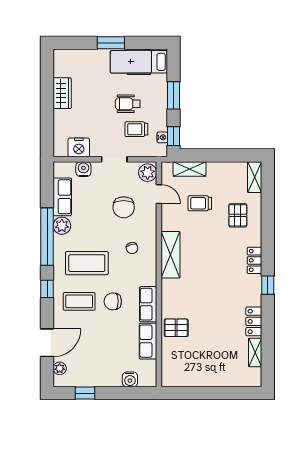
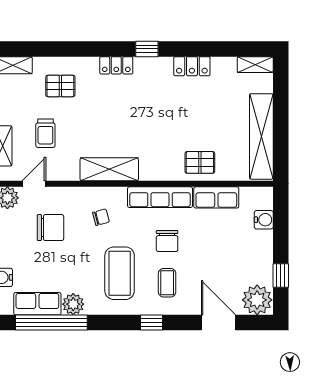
window: (47, 237) -> (51, 323), moved
coffee table: (79, 301) -> (167, 283), width x0.73, depth x0.77
row of seats: (148, 304) -> (160, 197), width x1.48
pallet: (176, 328) -> (200, 162), turned 90
shelving: (255, 352) -> (255, 65), moved
plant: (60, 368) -> (257, 300), width x1.87, depth x1.87
shelving: (197, 377) -> (261, 136), added

